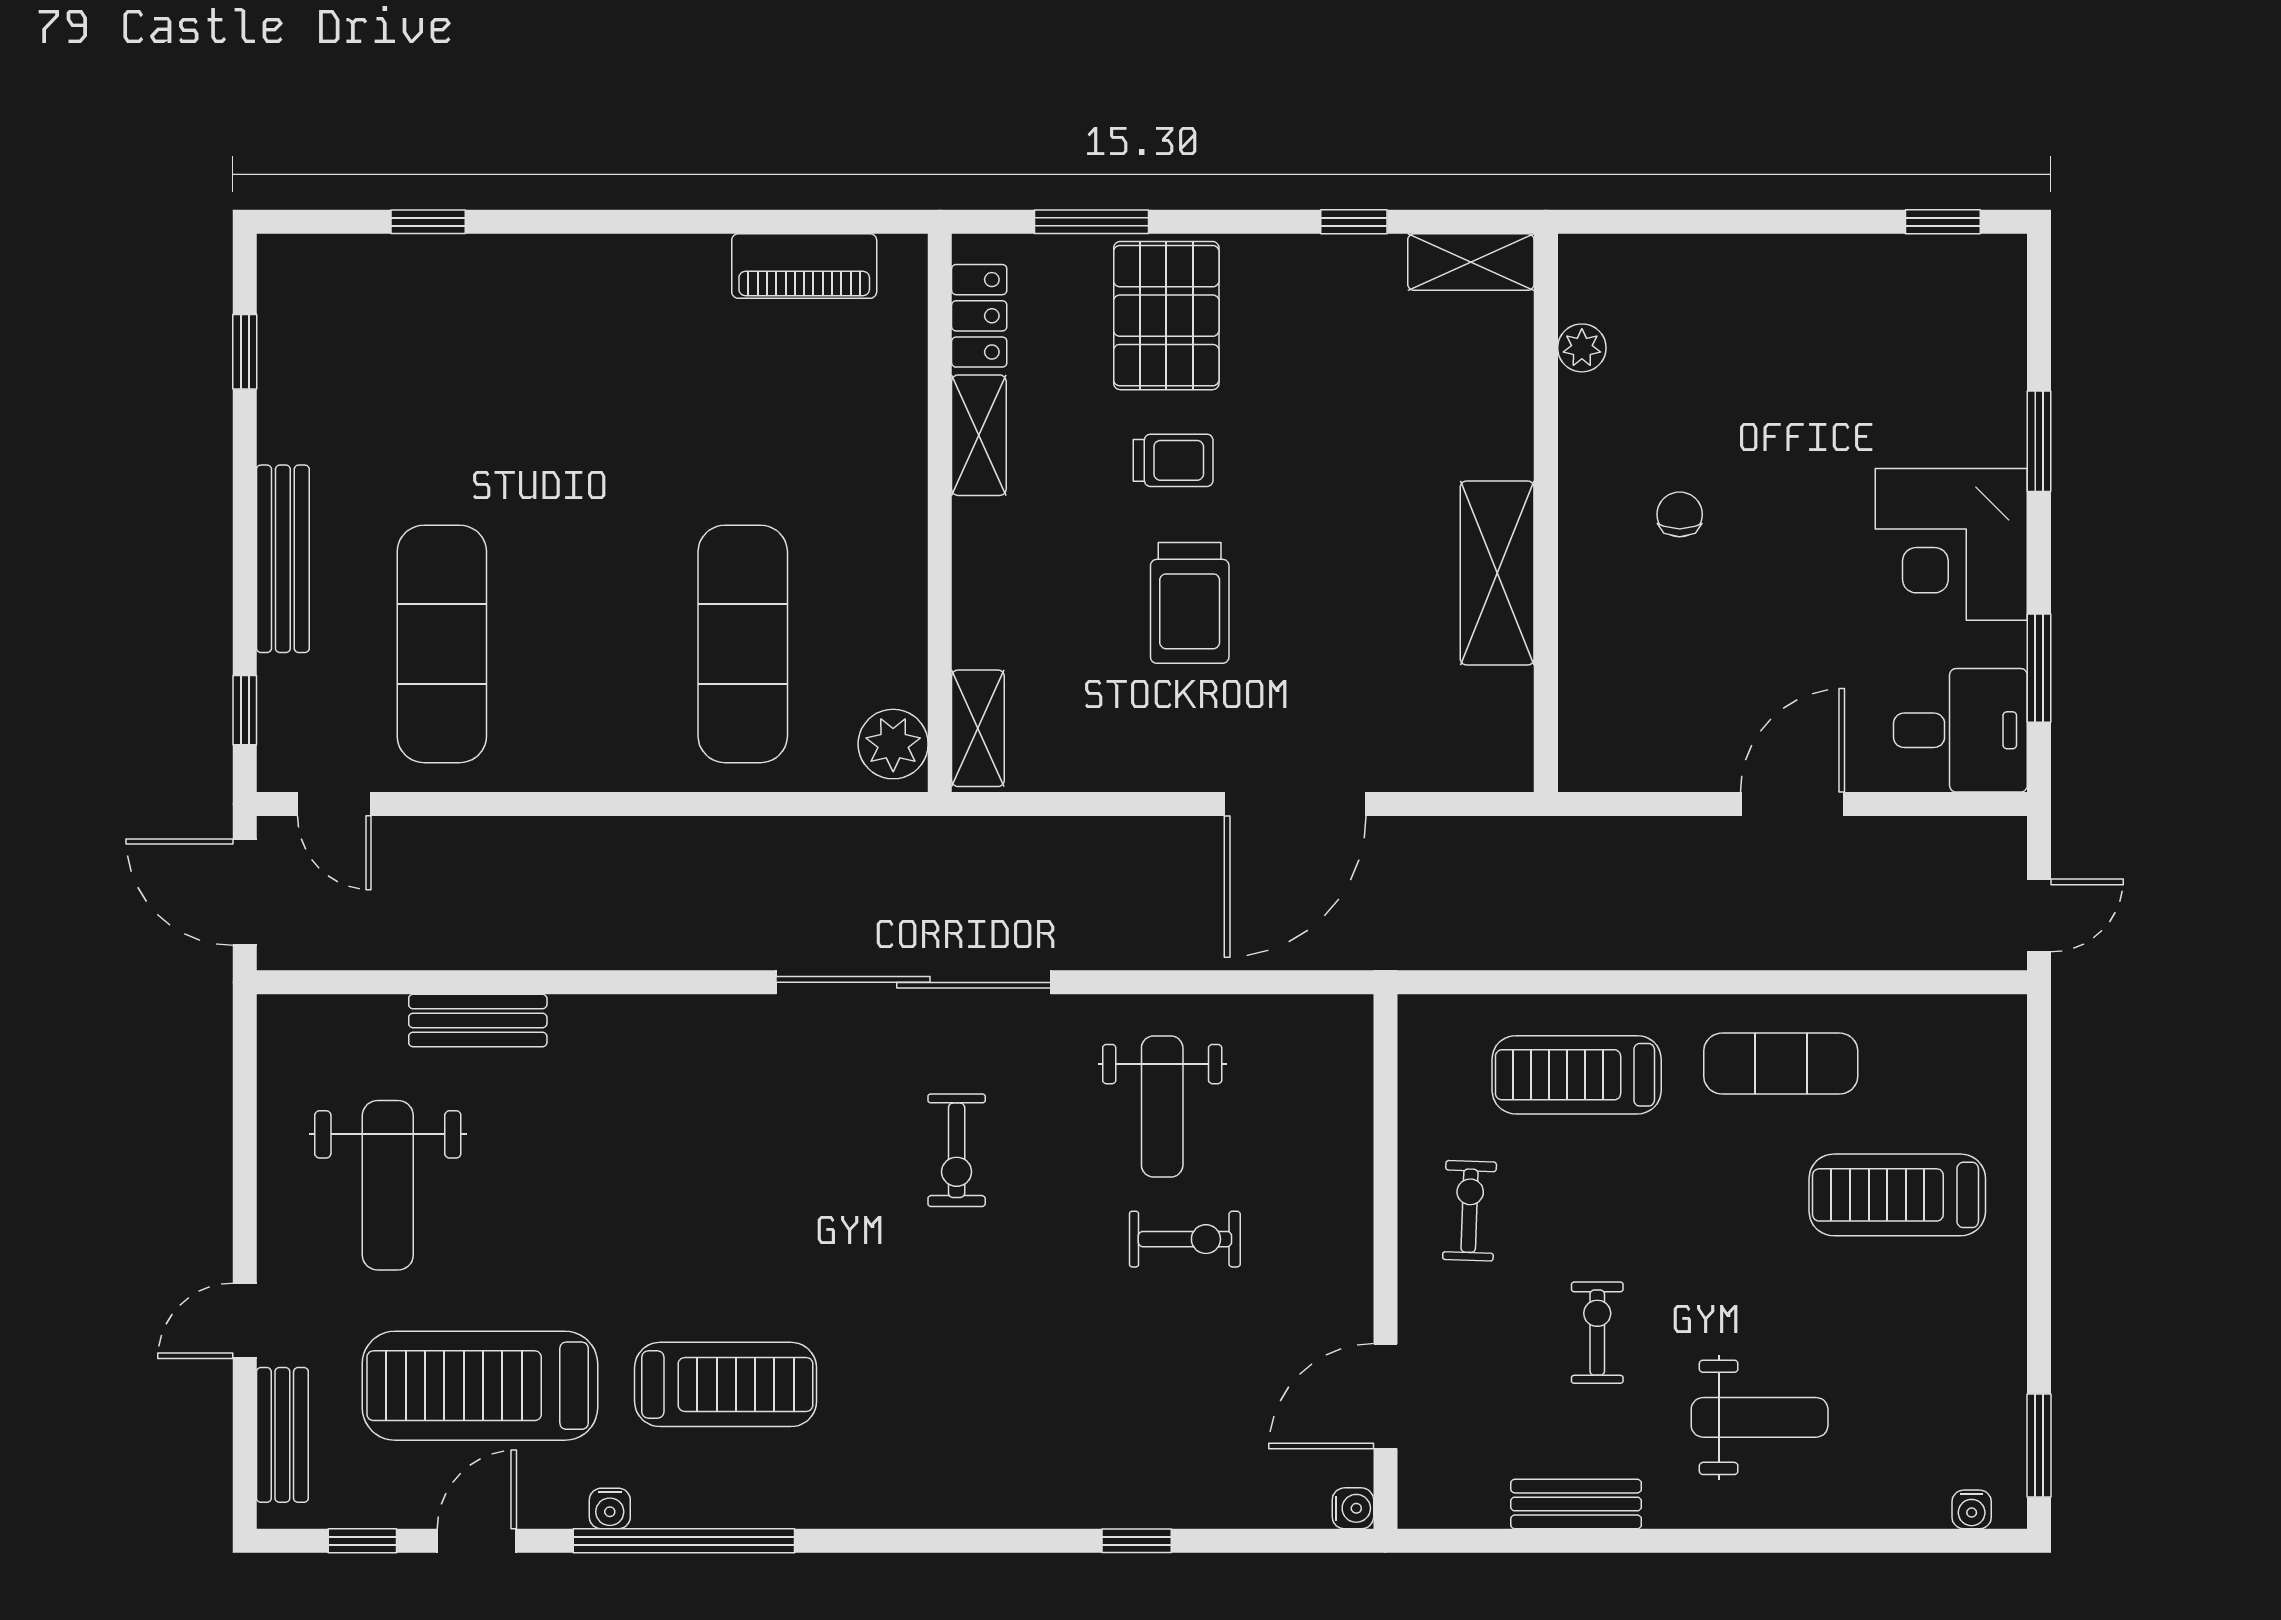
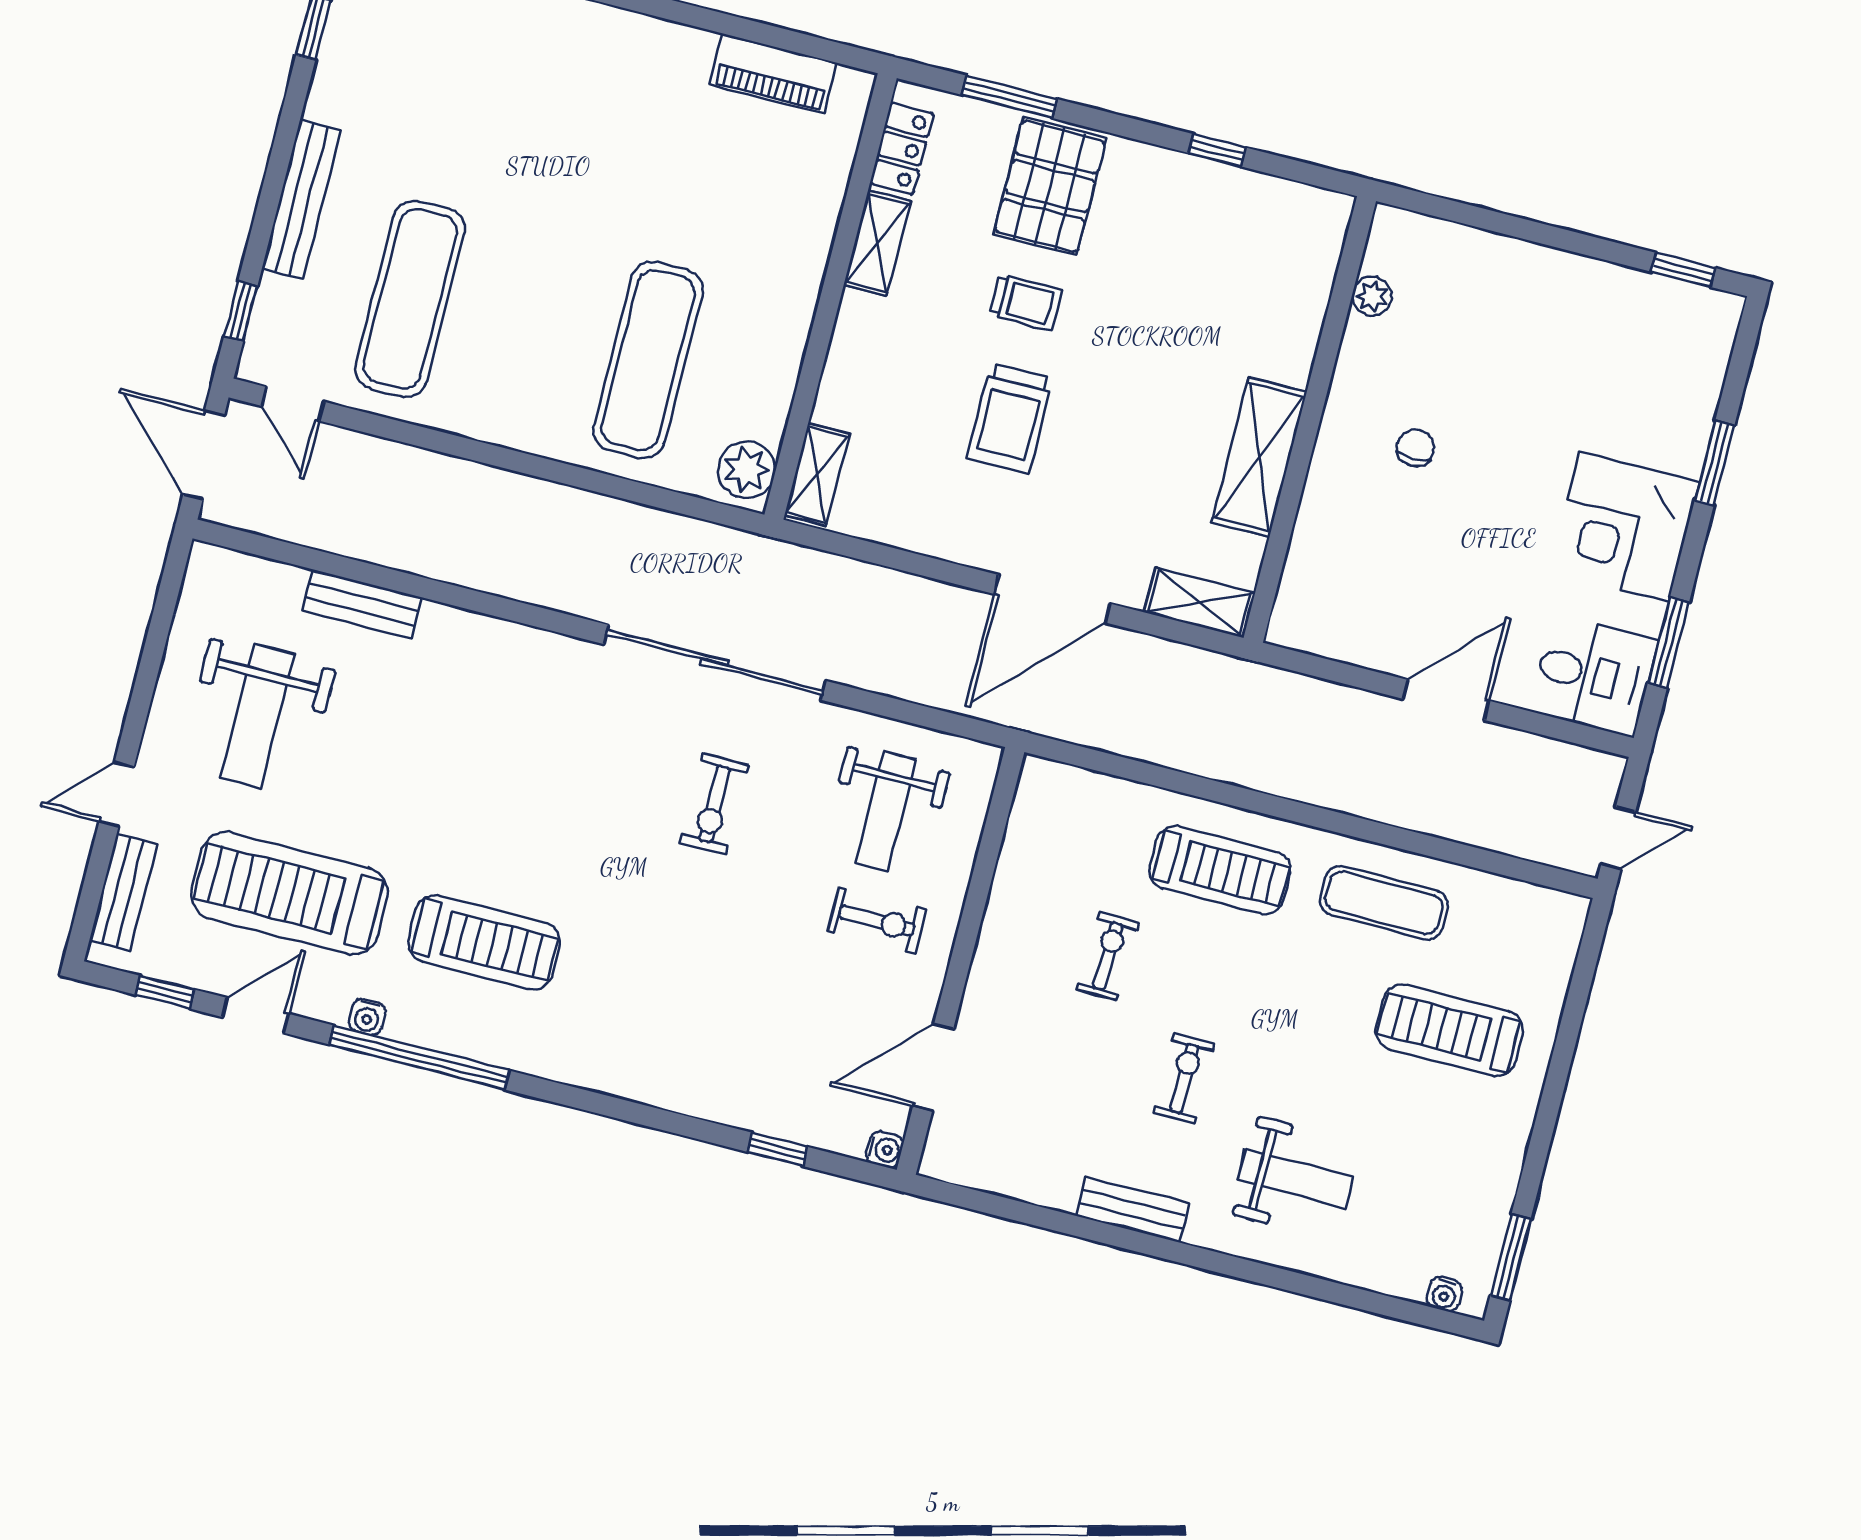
shelving: (1471, 262) -> (1200, 603), moved
treadmill: (1577, 1075) -> (1220, 870), turned 180
wall: (1385, 1262) -> (961, 961), moved
door: (1385, 1396) -> (933, 1067), moved
water cooler: (1353, 1508) -> (885, 1150), moved

